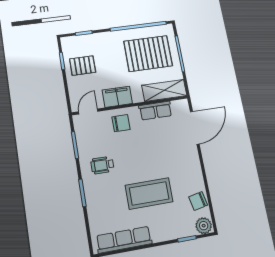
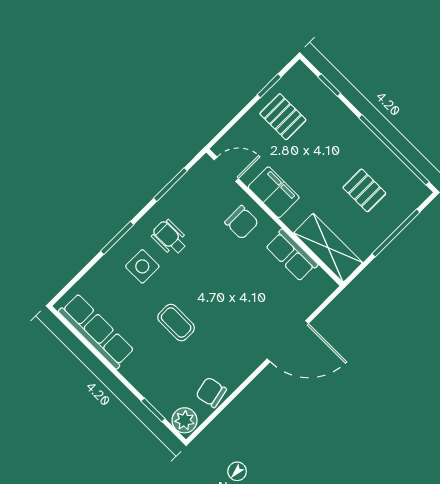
pallet: (148, 54) -> (364, 190), width x0.49, depth x0.50
door: (195, 128) -> (288, 341), moved
side table: (107, 190) -> (142, 266), added
coffee table: (149, 193) -> (176, 323), width x0.54, depth x0.58

